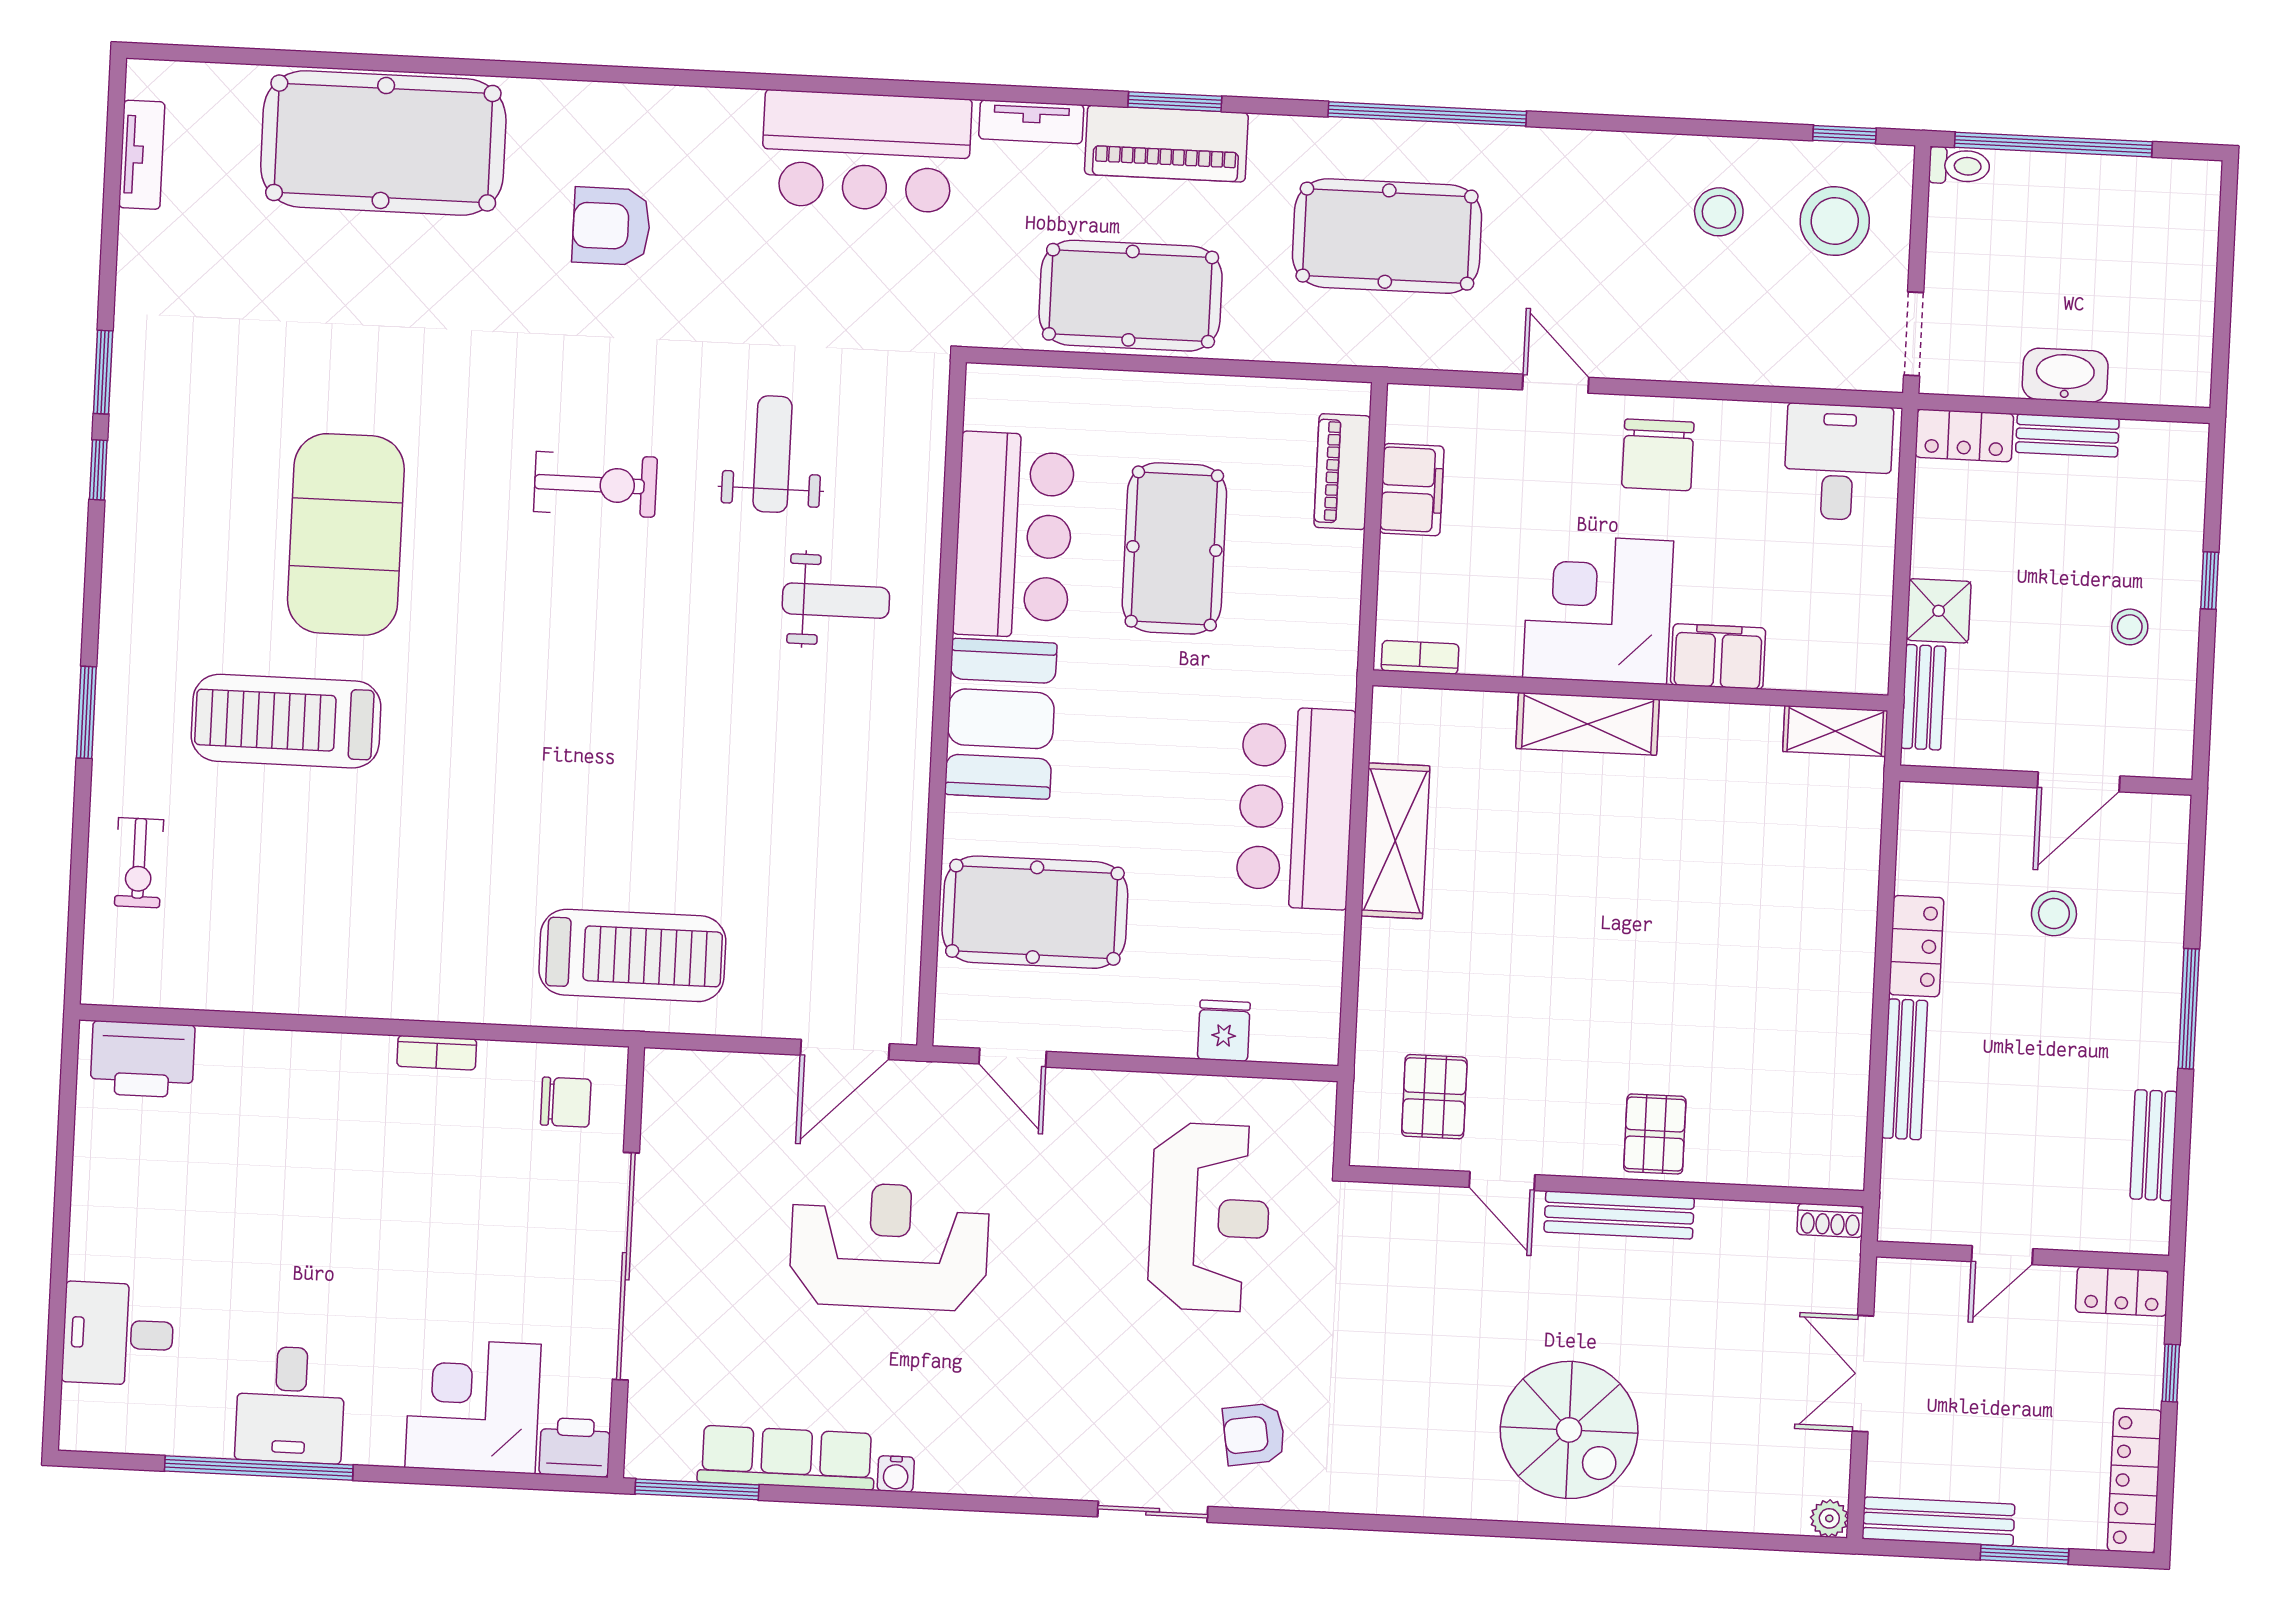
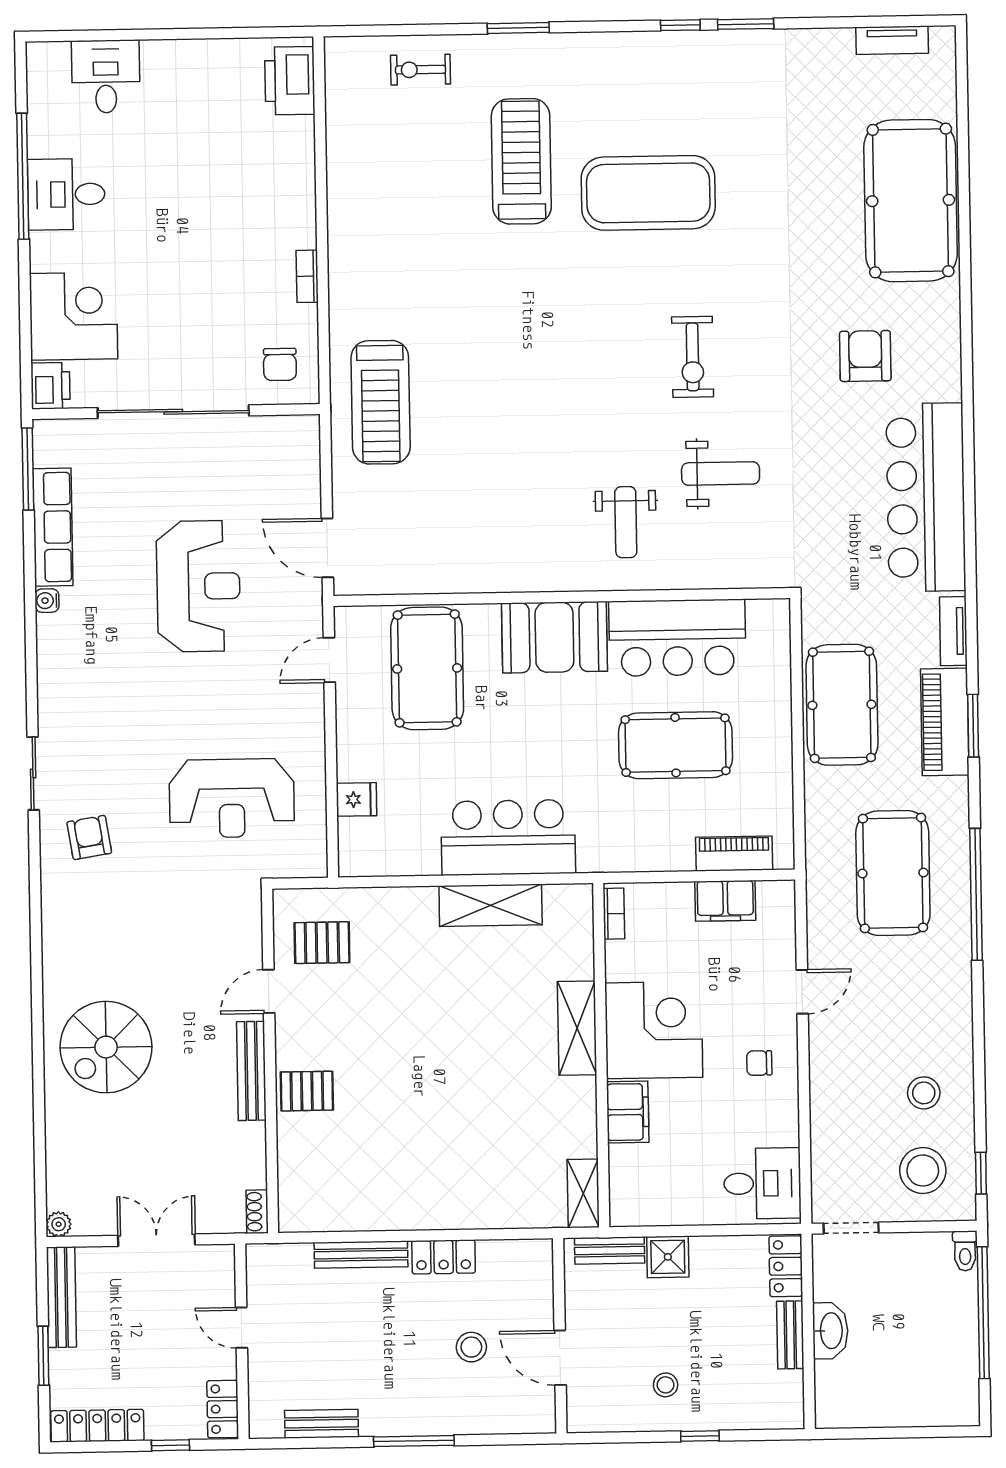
bar counter: (866, 151) -> (926, 497), width x1.36
chair: (1658, 455) -> (759, 1063), width x0.54, depth x0.54

